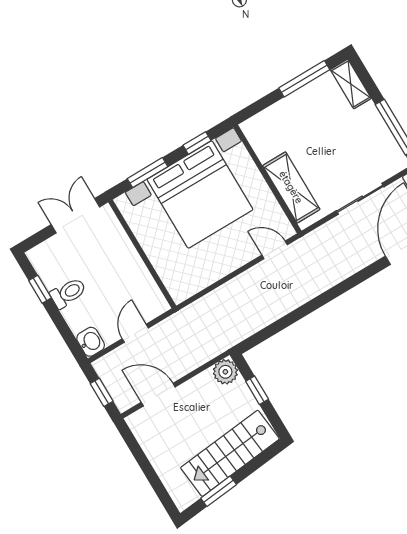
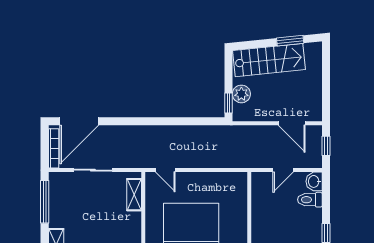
shelving: (291, 187) -> (134, 195), width x0.67, depth x0.75
toilet: (68, 293) -> (310, 200), moved
plant: (225, 372) -> (241, 94), moved
window: (257, 390) -> (229, 103), moved

